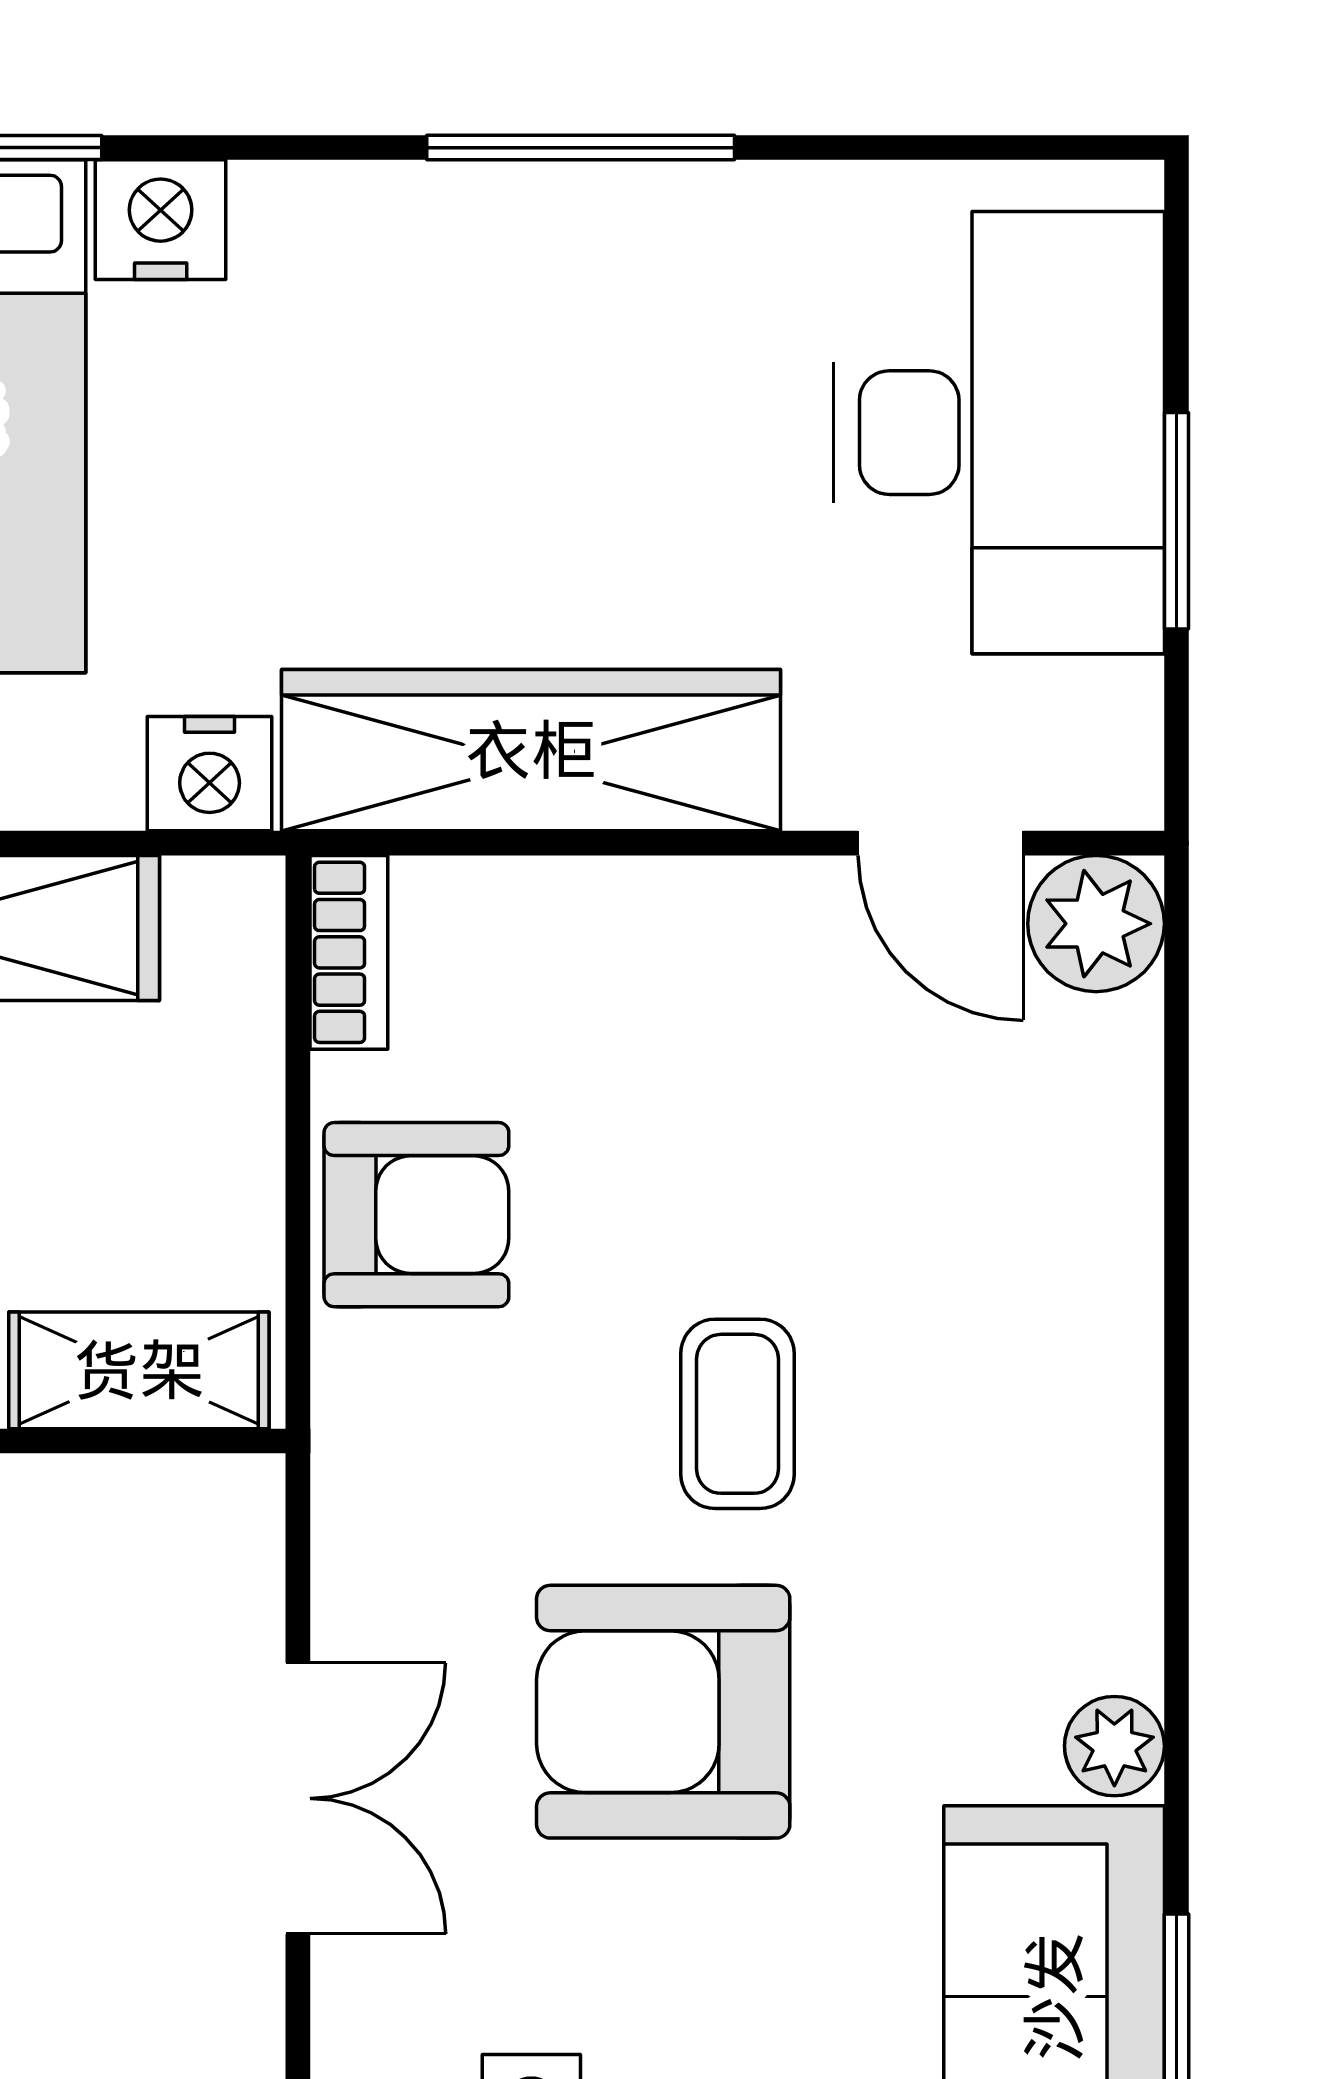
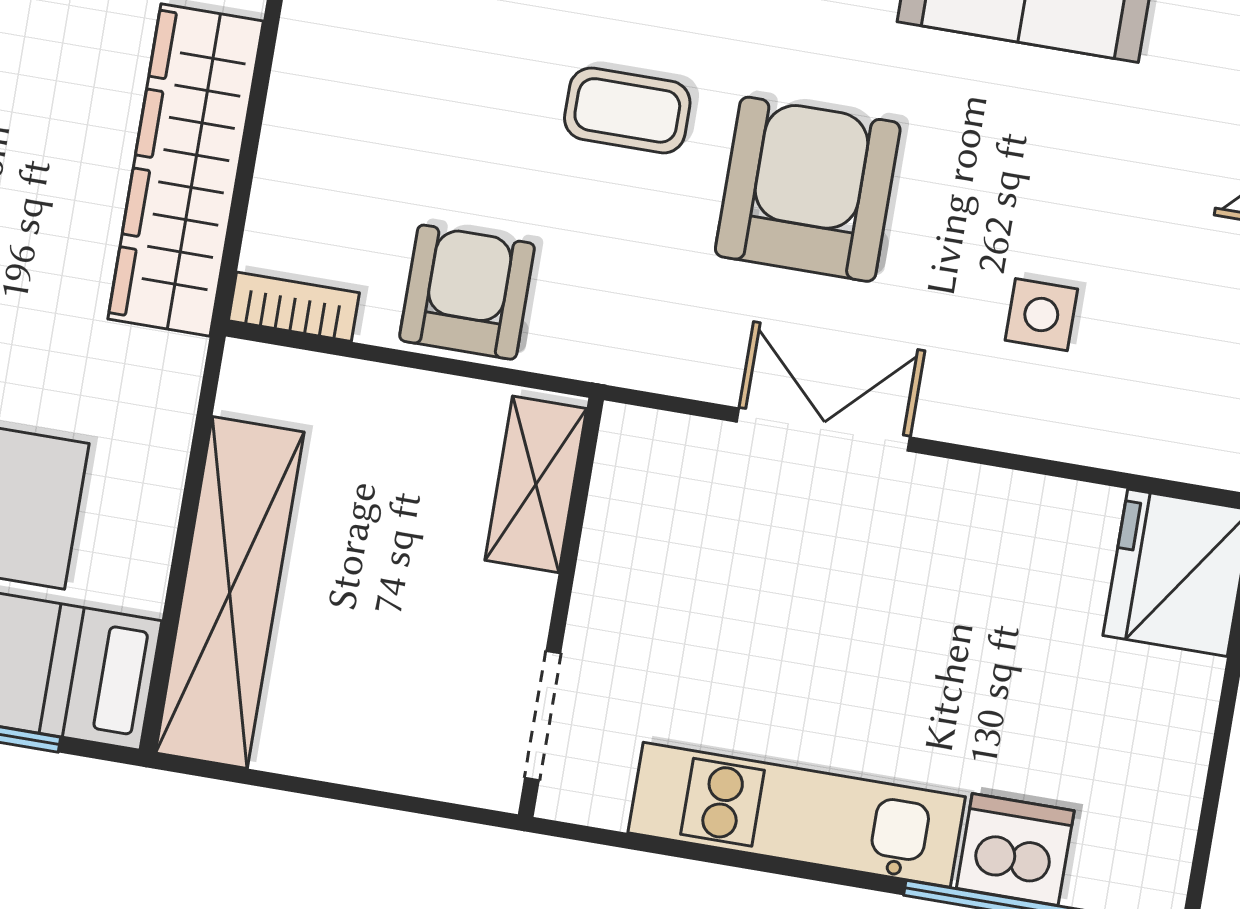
nightstand: (210, 774) -> (166, 376), removed
armchair: (663, 1712) -> (808, 189), turned 180

